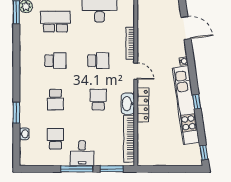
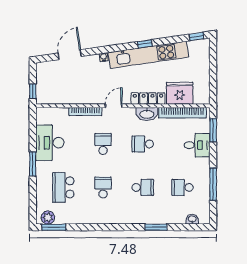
washbasin: (24, 134) -> (192, 219), moved
fridge: (148, 136) -> (180, 93), added
desk: (82, 153) -> (197, 145), moved
window: (77, 169) -> (213, 184), moved

